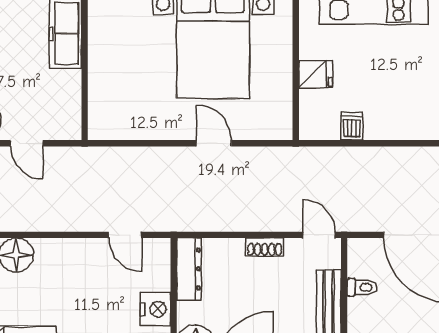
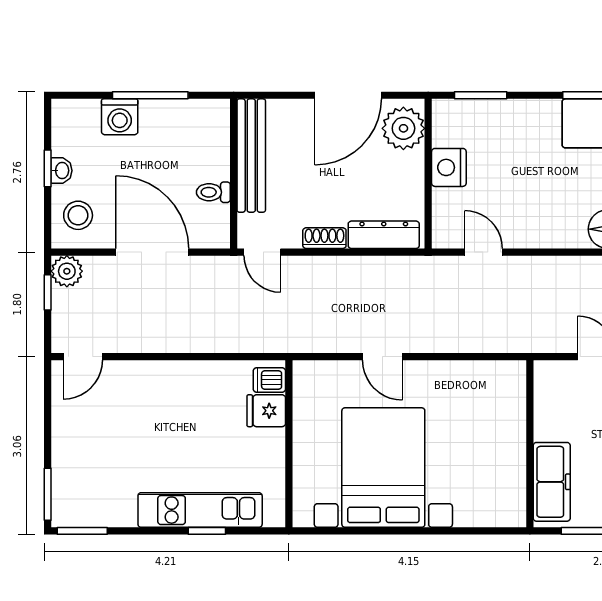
fridge: (316, 74) -> (266, 411), moved
dishwasher: (352, 126) -> (269, 380), moved, turned 90
dresser: (189, 269) -> (384, 235), moved, turned 90

